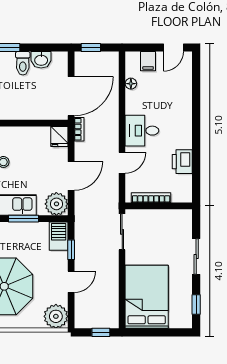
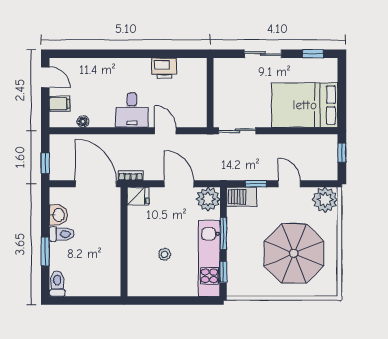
bookcase: (151, 198) -> (202, 101), removed

